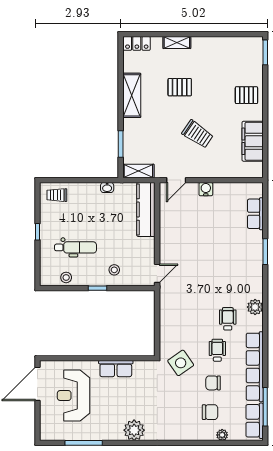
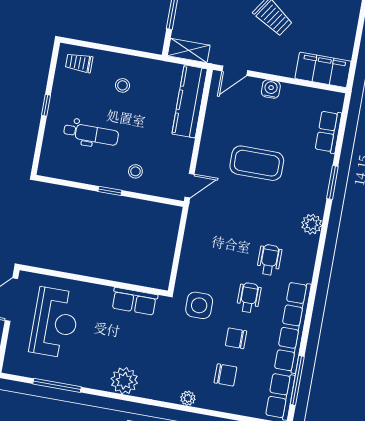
filing cabinet: (253, 141) -> (323, 70), moved, turned 90
washbasin: (107, 188) -> (145, 64), removed
coffee table: (205, 247) -> (257, 163), added
stool: (66, 277) -> (122, 85), moved
plant: (255, 307) -> (312, 224), moved
side table: (181, 363) -> (199, 305), turned 35
row of seats: (116, 369) -> (134, 301), moved
reception desk: (74, 396) -> (55, 323), turned 180
plant: (222, 435) -> (188, 398), moved

